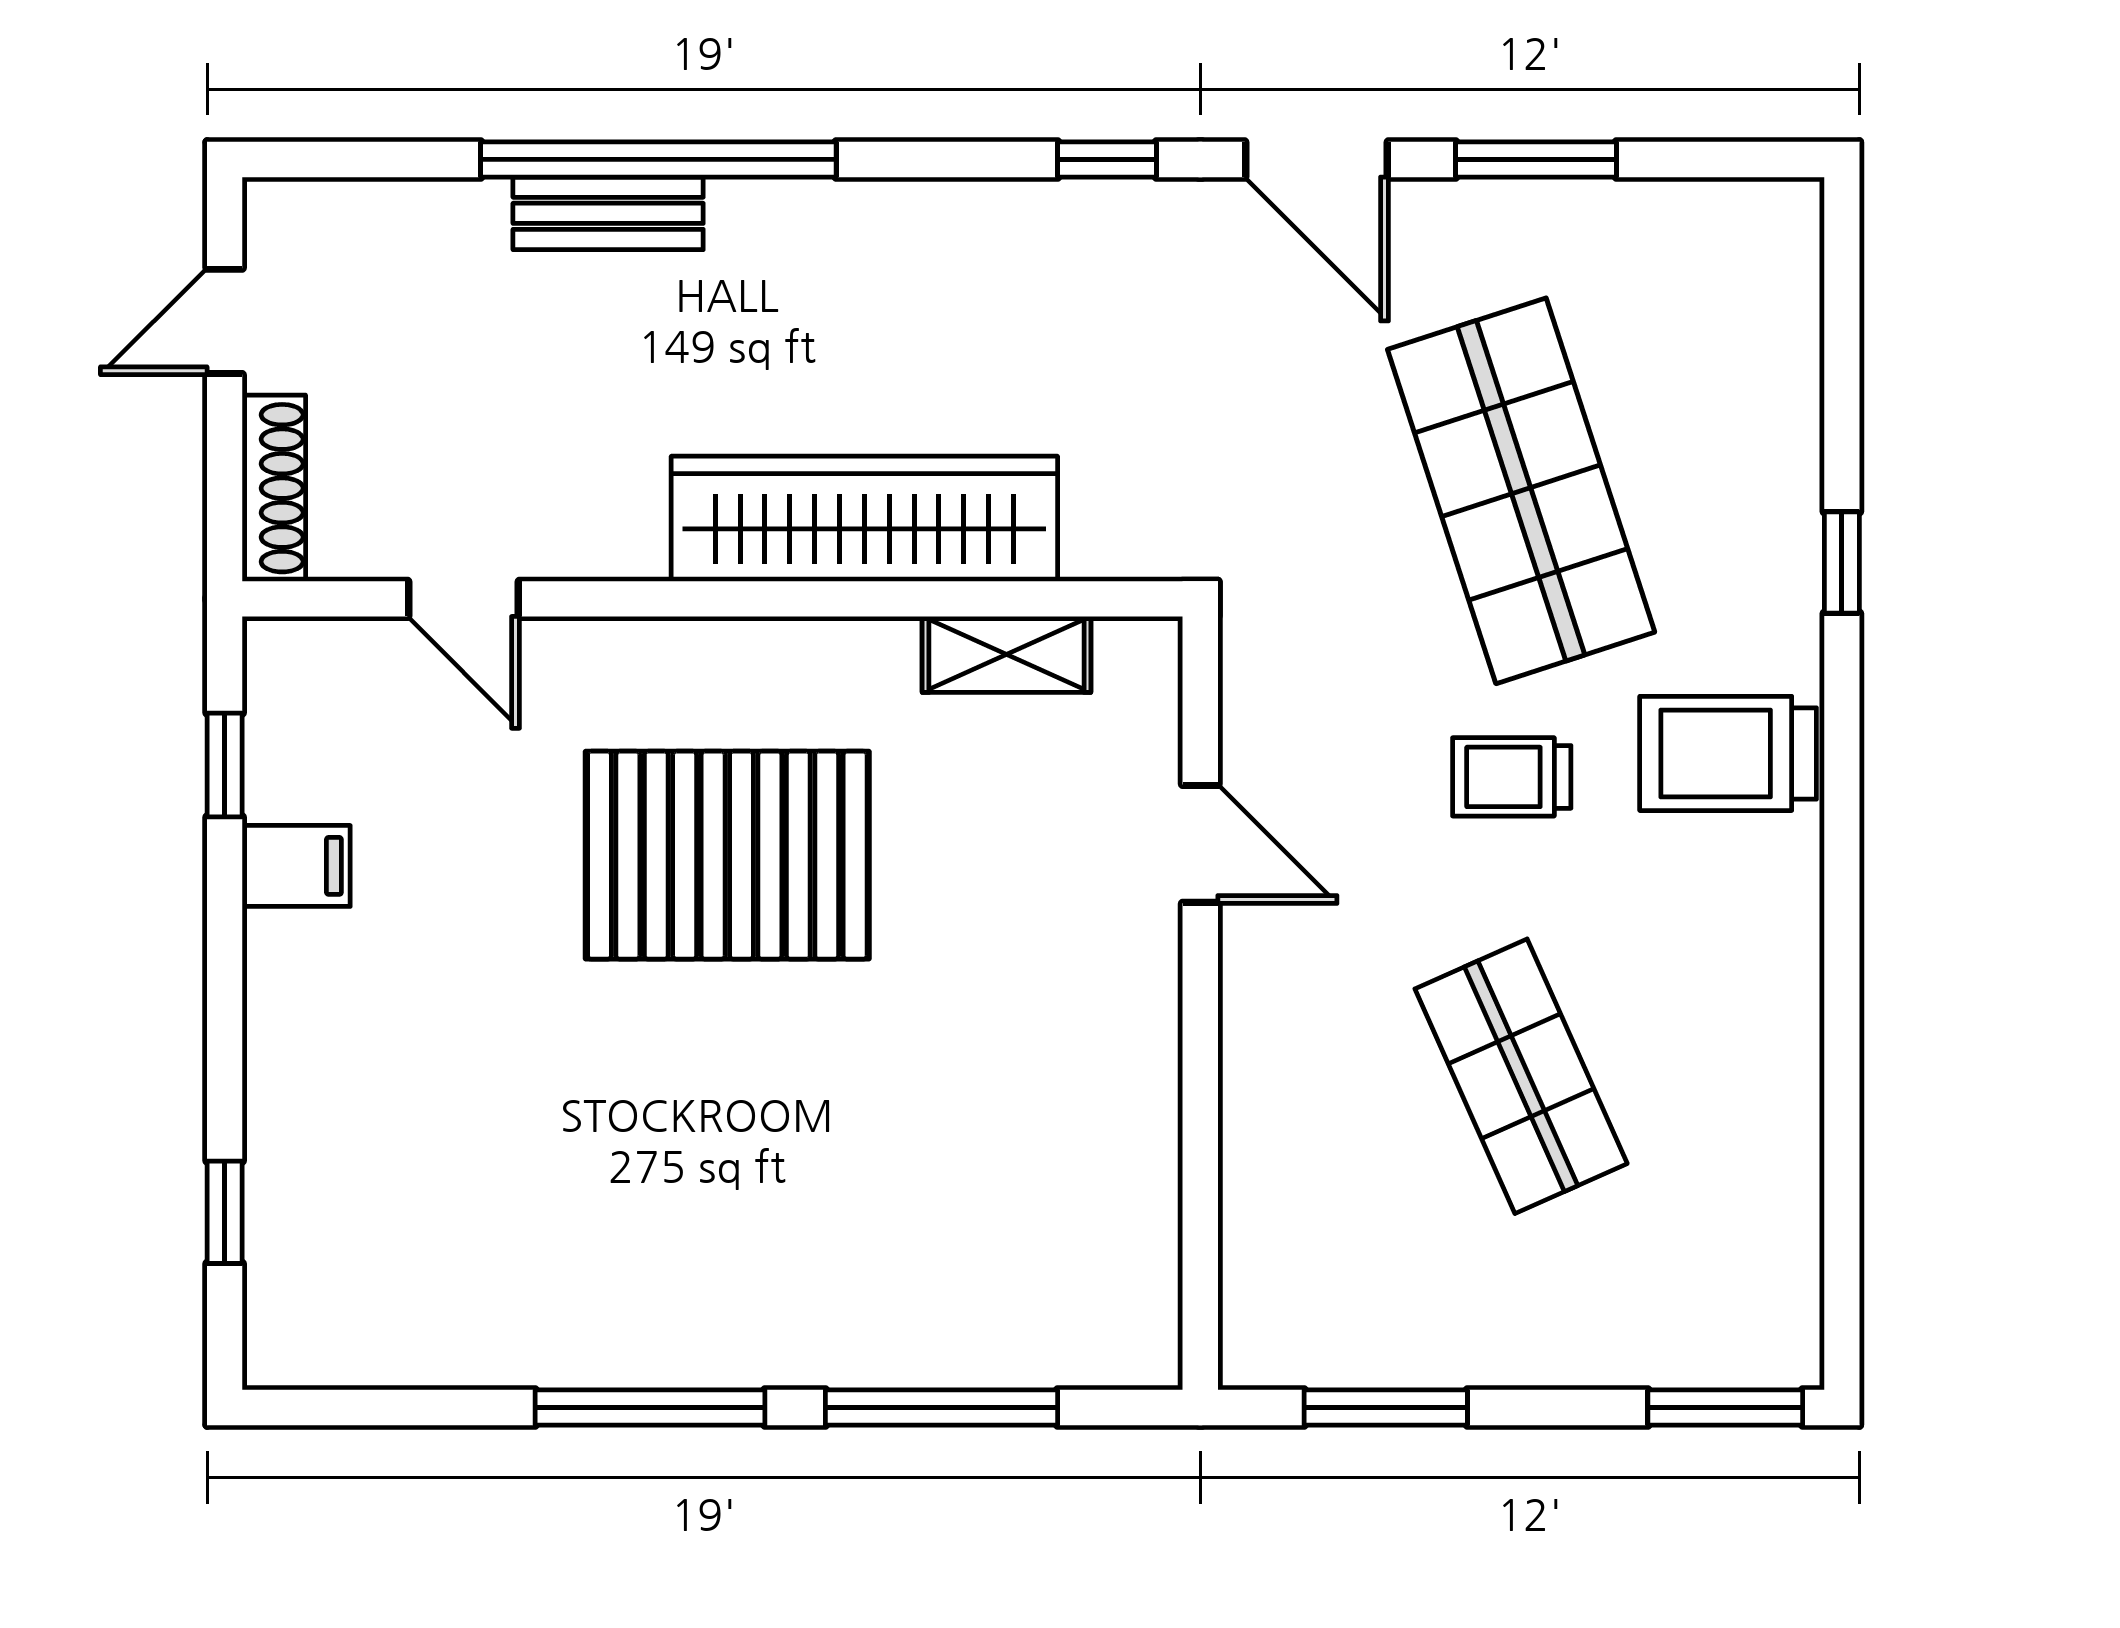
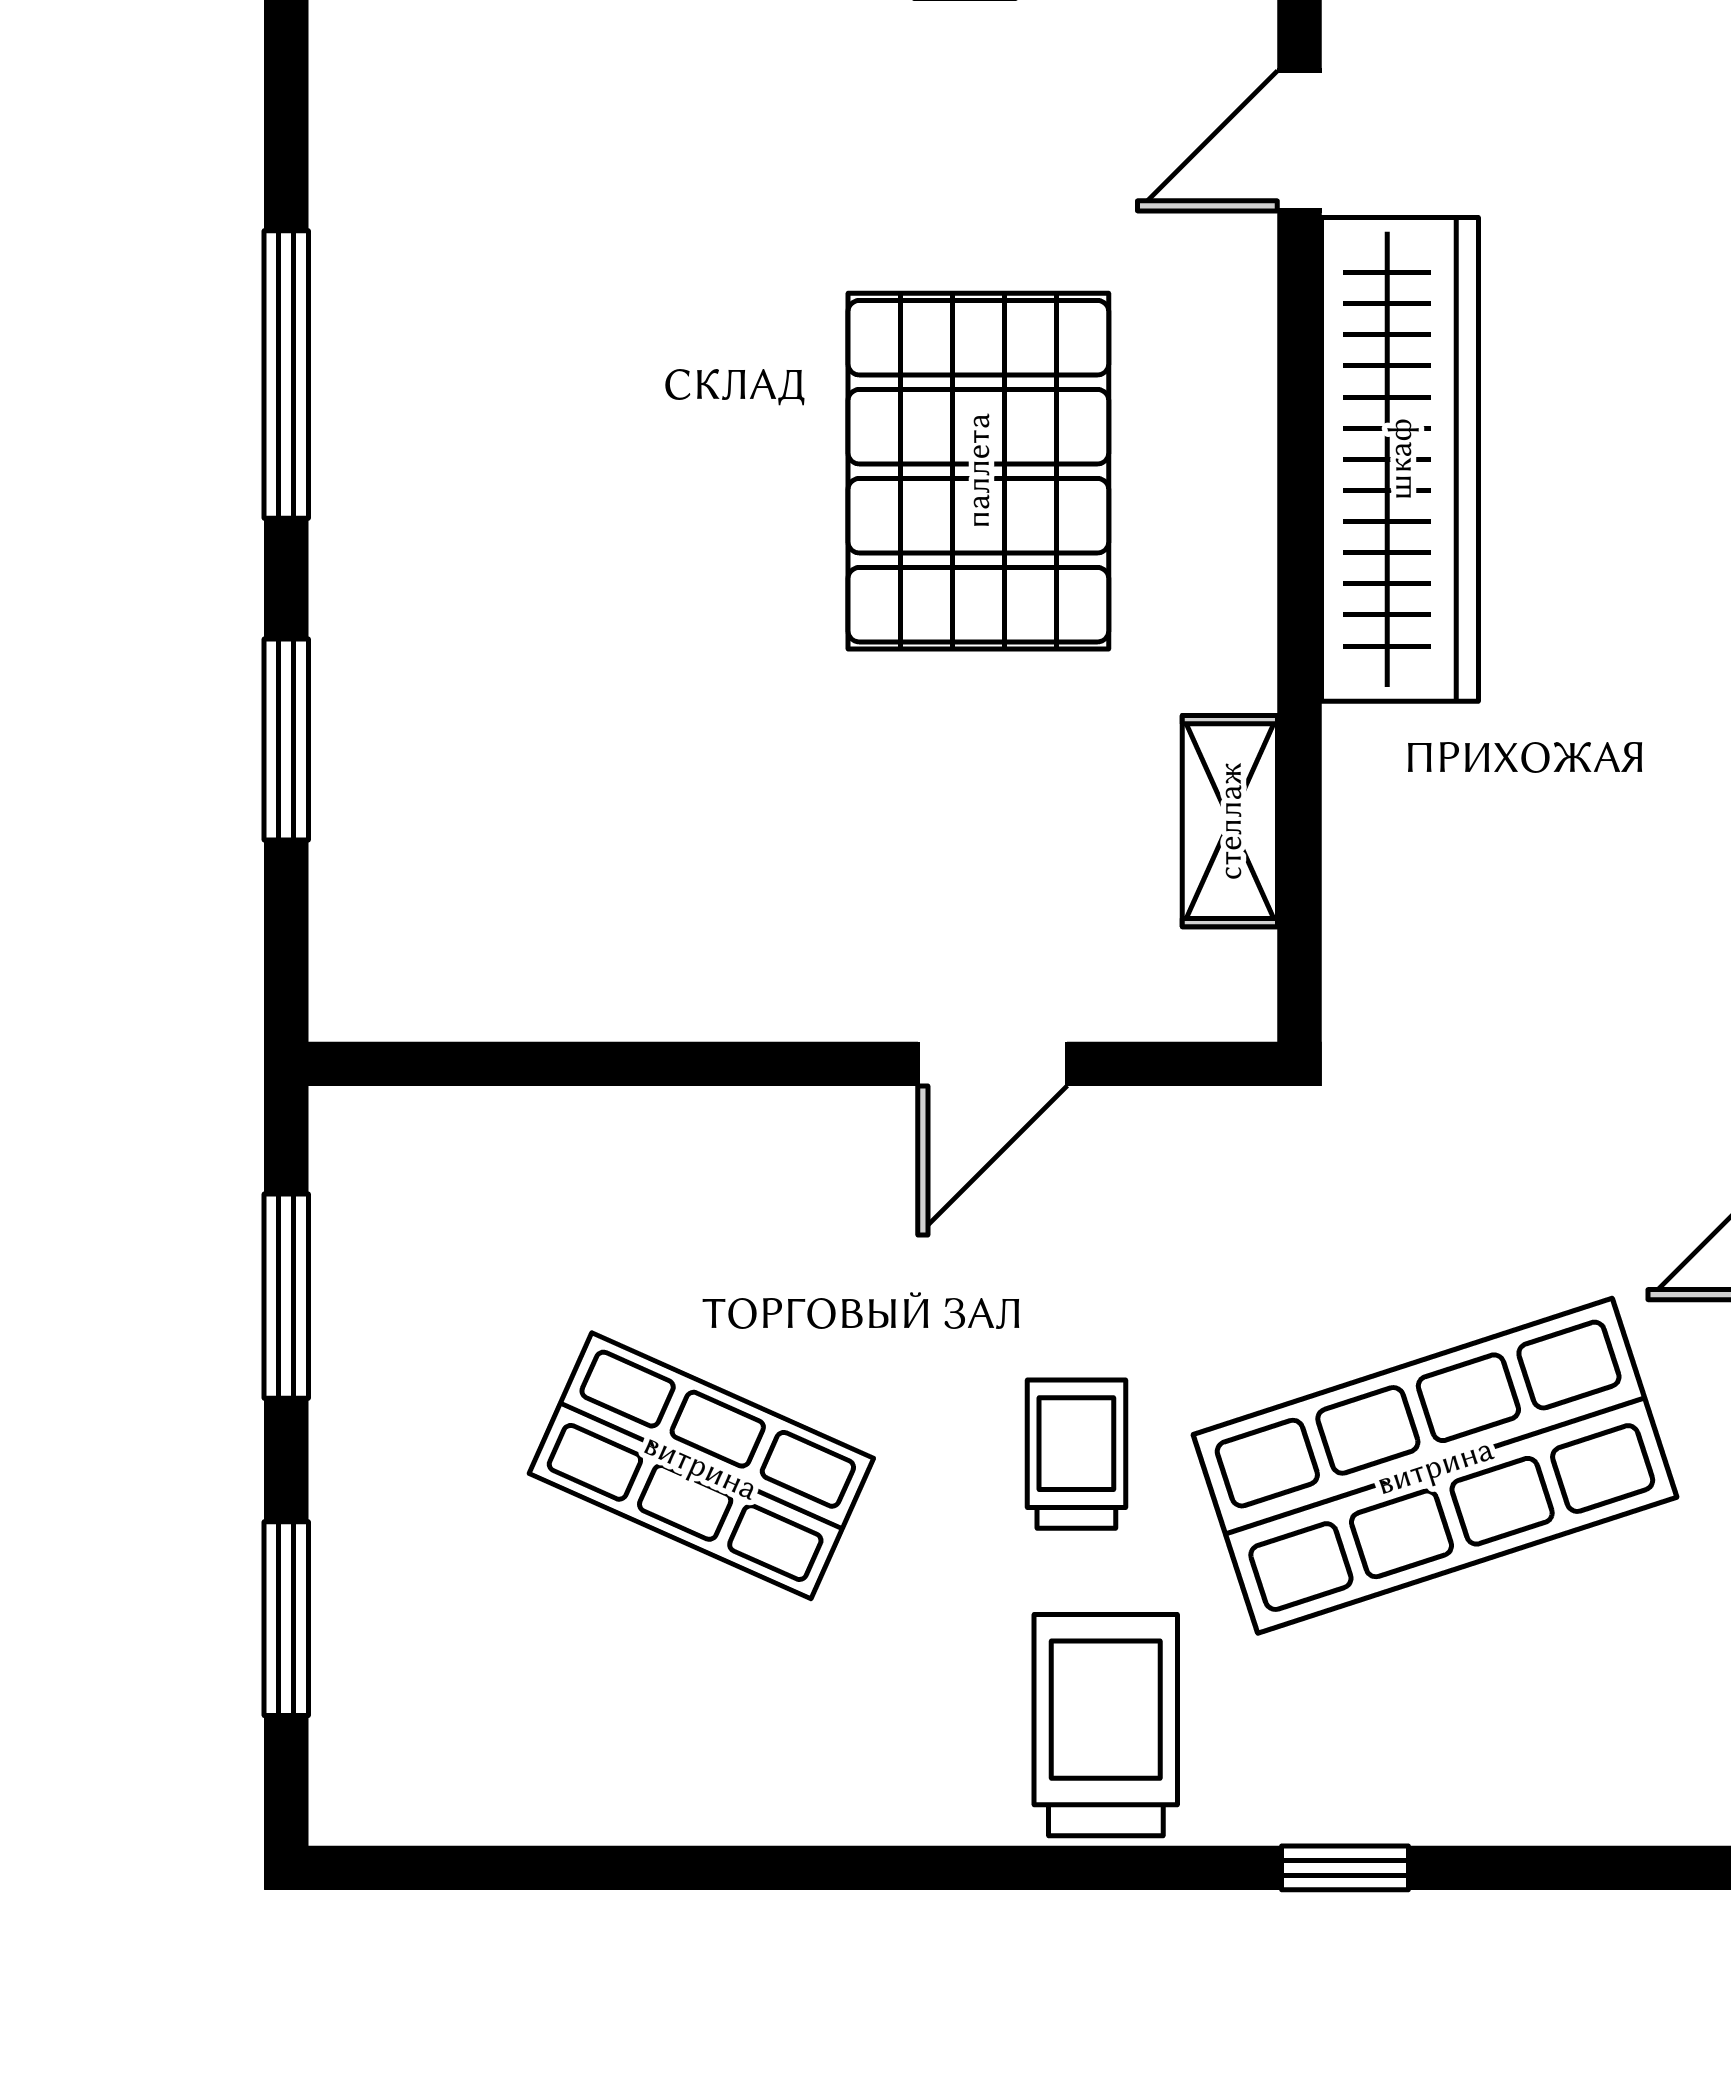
wardrobe: (864, 519) -> (1400, 459), moved
shop shelf: (1521, 1076) -> (701, 1466), turned 48
window: (941, 1408) -> (286, 740), width x0.69
window: (1725, 1408) -> (286, 1619), moved

